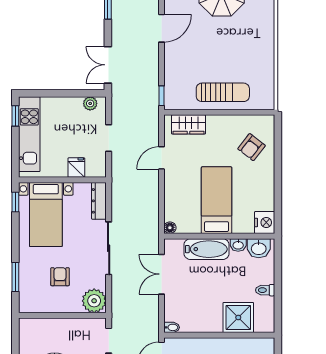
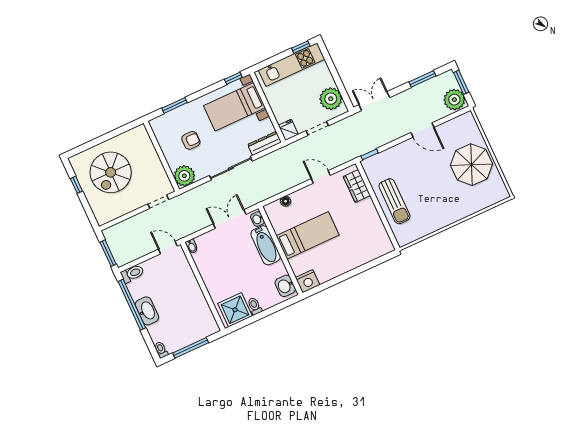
plant: (90, 103) -> (331, 99), width x1.88, depth x1.88
armchair: (251, 147) -> (362, 244), removed
fridge: (76, 168) -> (288, 130), moved, turned -90
floor lamp: (170, 228) -> (286, 201), moved
washbasin: (238, 245) -> (257, 219), moved
shower: (238, 317) -> (235, 310), moved

